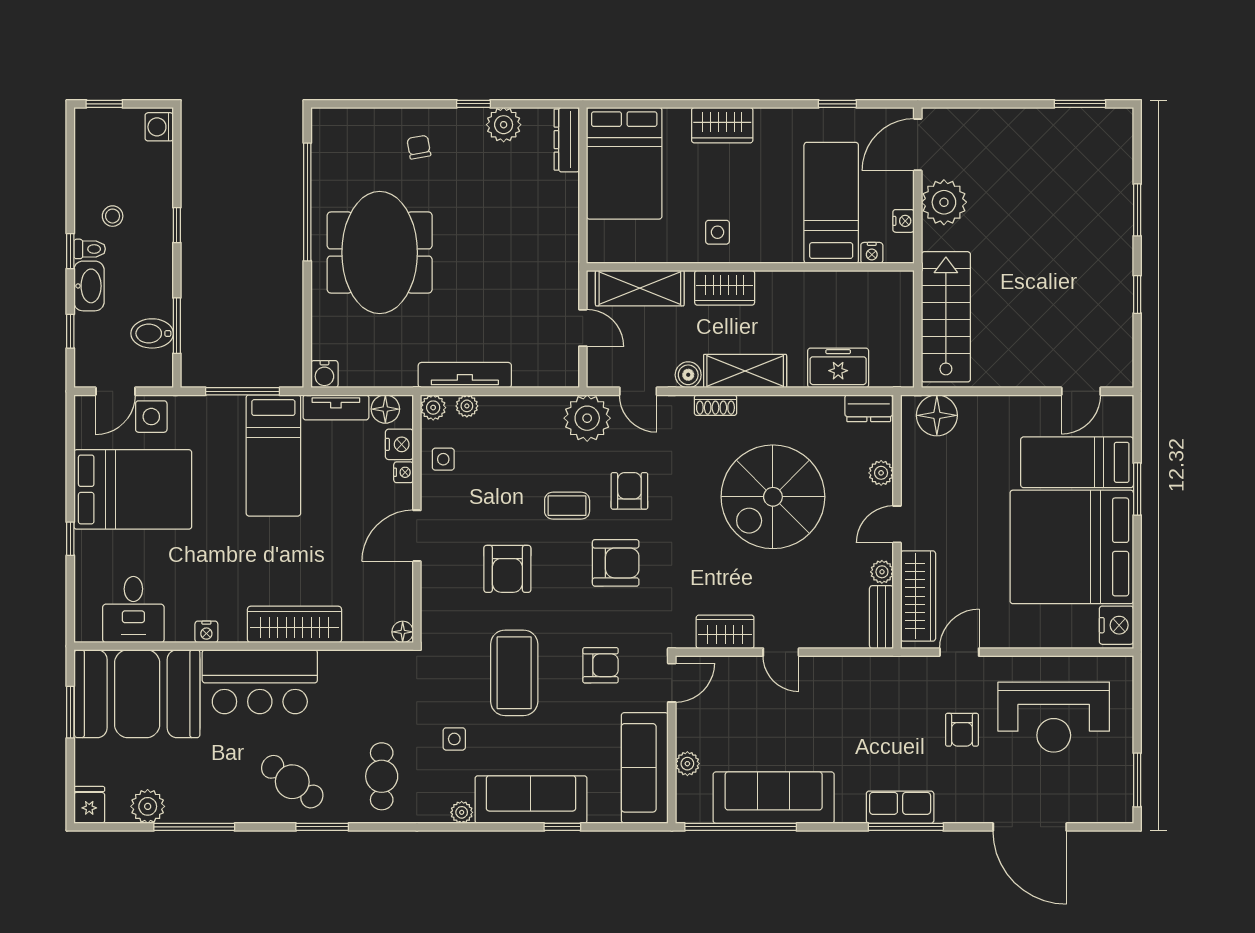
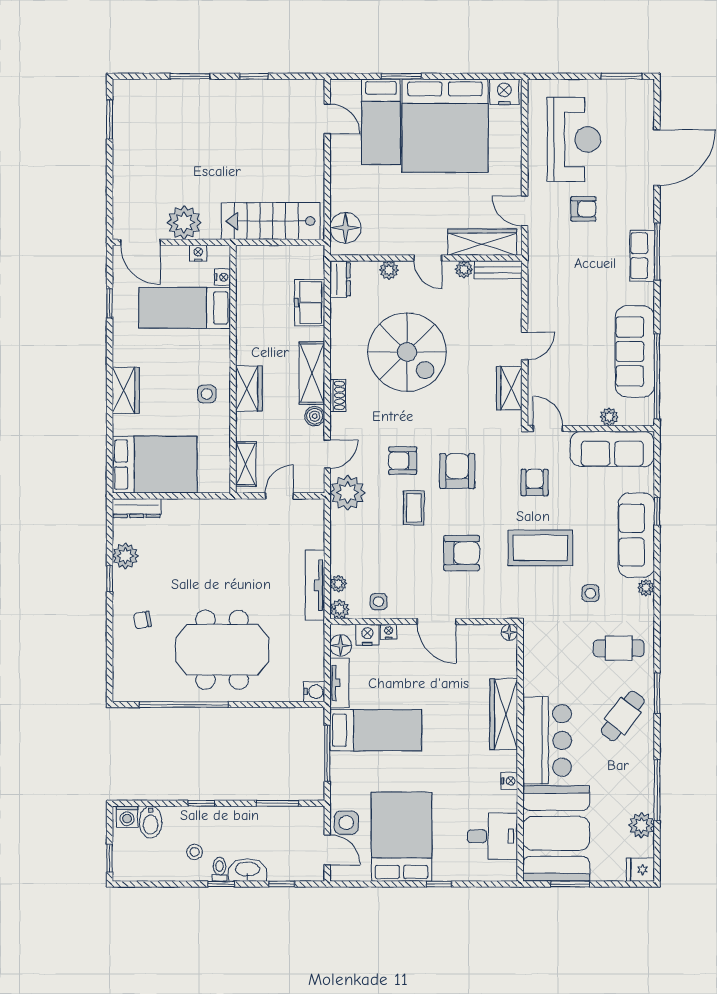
shelving: (640, 288) -> (246, 464), width x0.67, depth x0.75
bidet: (152, 333) -> (151, 822), moved

